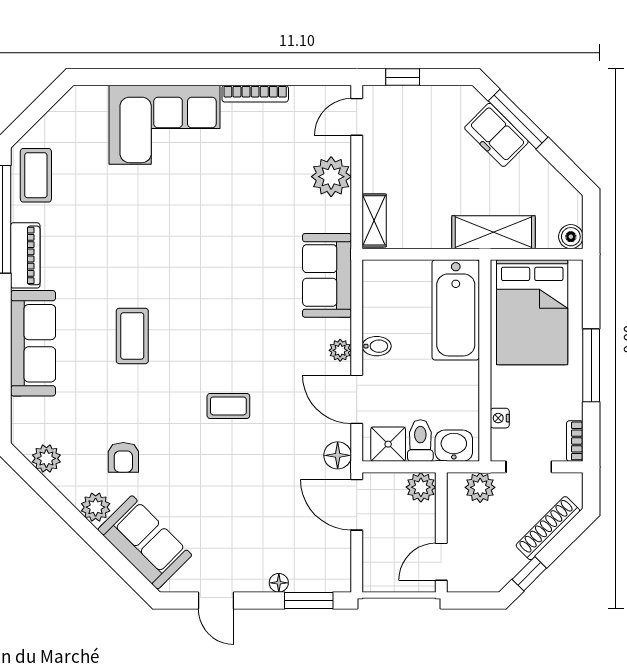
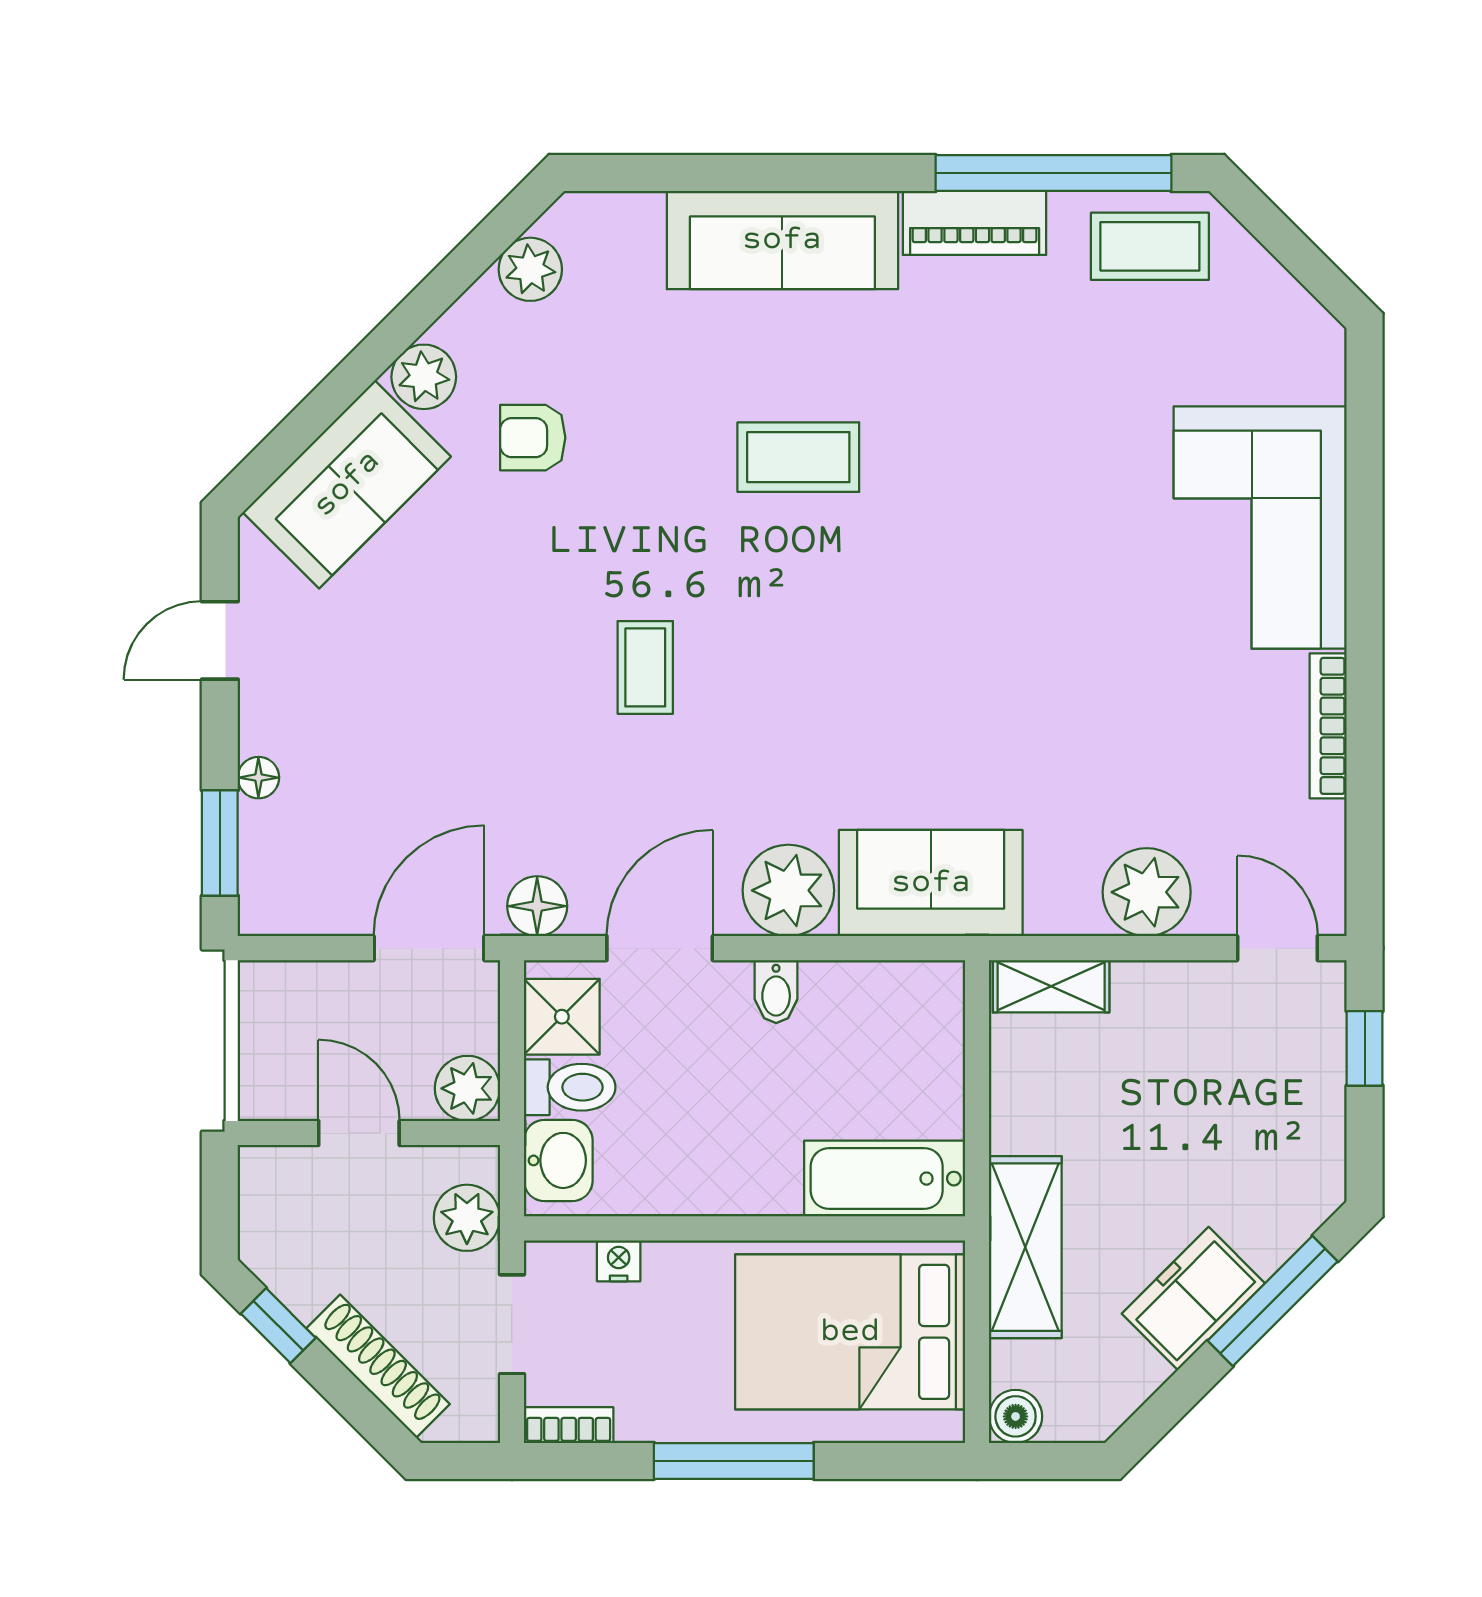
freezer: (496, 135) -> (1193, 1298), moved
bathtub: (456, 310) -> (885, 1179), width x0.73, depth x0.73
plant: (340, 350) -> (788, 890), width x1.87, depth x1.87
door: (441, 562) -> (359, 1133), moved

